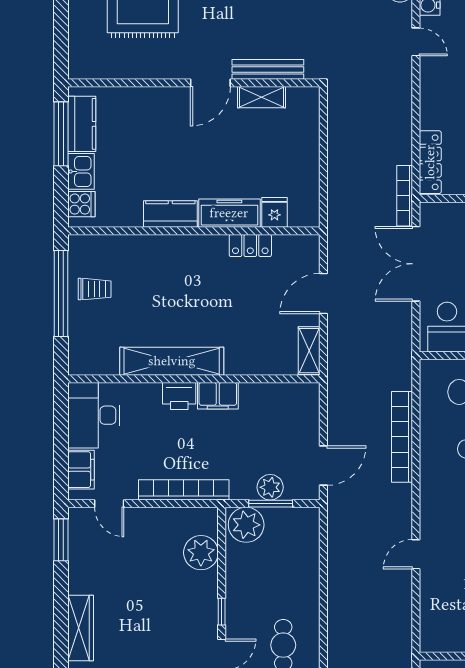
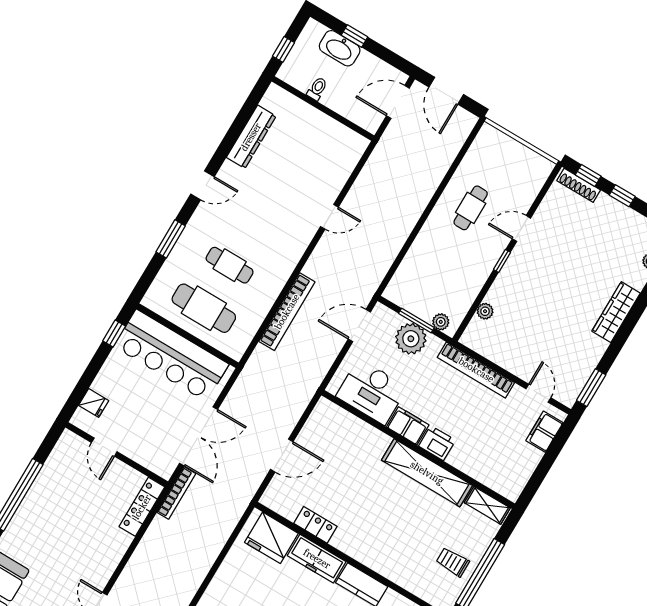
fridge: (274, 212) -> (271, 538), width x1.88, depth x1.34
shelving: (309, 351) -> (487, 505), moved, turned 90
desk: (94, 415) -> (372, 392), moved, turned 90
plant: (270, 487) -> (411, 339), width x1.36, depth x1.36
plant: (246, 525) -> (441, 322), width x0.53, depth x0.53
plant: (201, 553) -> (485, 311), width x0.53, depth x0.53

